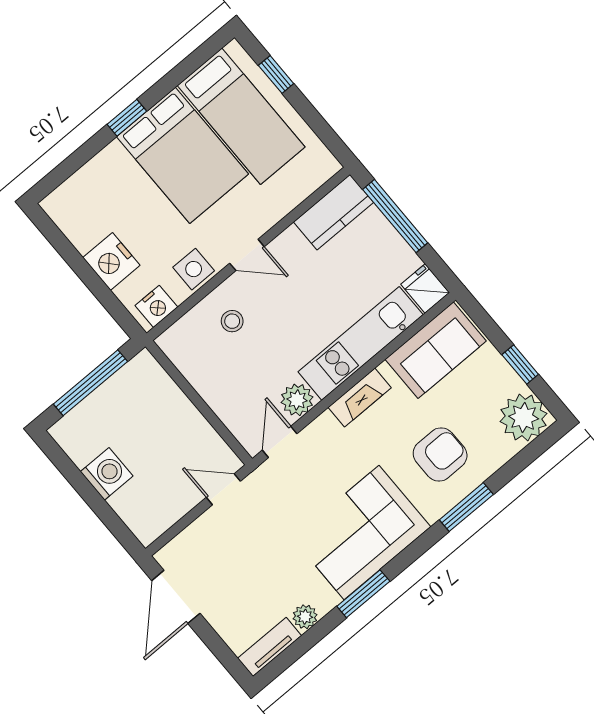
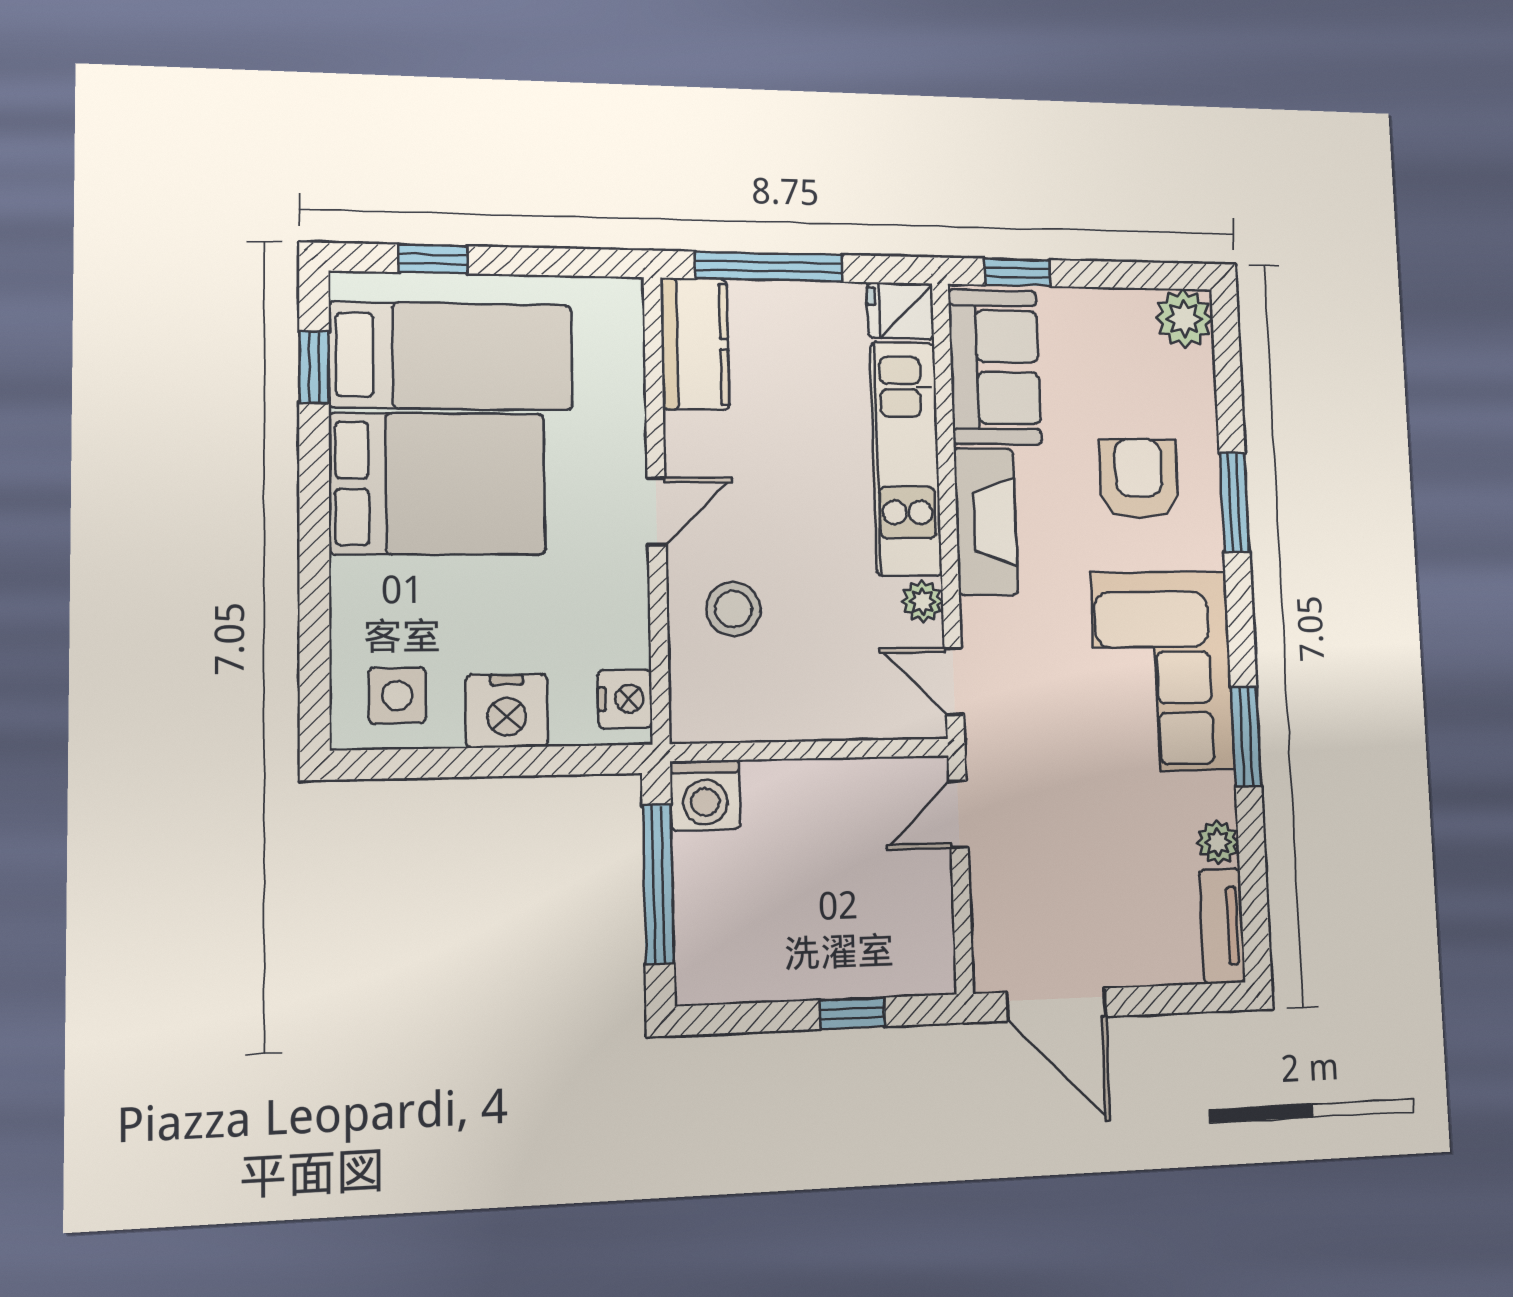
window: (127, 118) -> (314, 367), moved
side table: (194, 269) -> (397, 695), moved
stool: (232, 321) -> (733, 609), width x1.37, depth x1.37
window: (520, 364) -> (1018, 272), moved
fireplace: (360, 398) -> (986, 522), width x1.37, depth x1.32
plant: (297, 400) -> (922, 601), width x0.73, depth x0.73
plant: (524, 418) -> (1184, 319), width x0.73, depth x0.73
washing machine: (107, 474) -> (705, 795), moved, turned 180
window: (102, 509) -> (852, 1013), added

